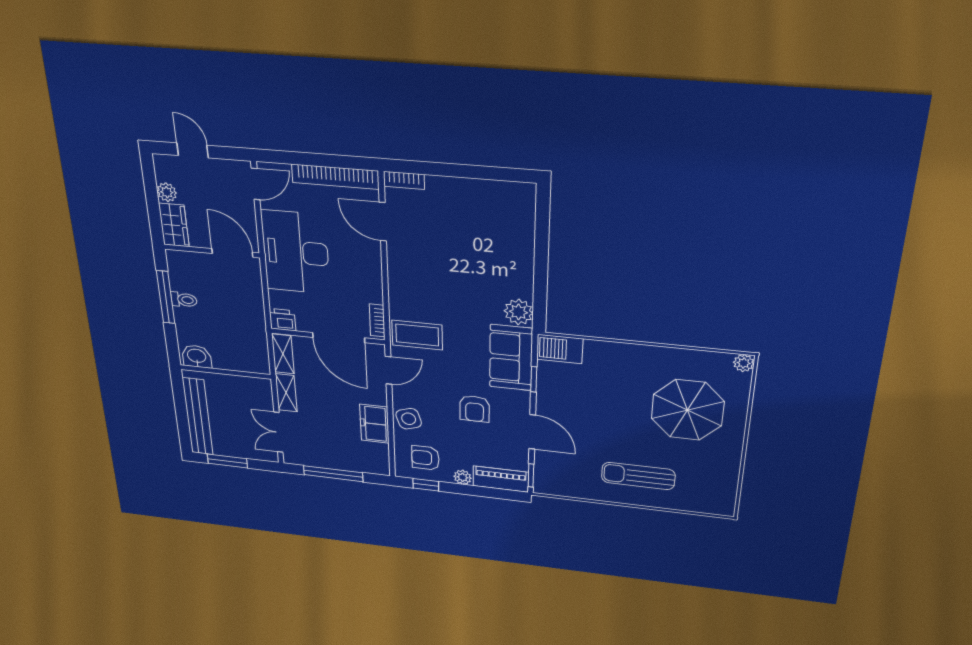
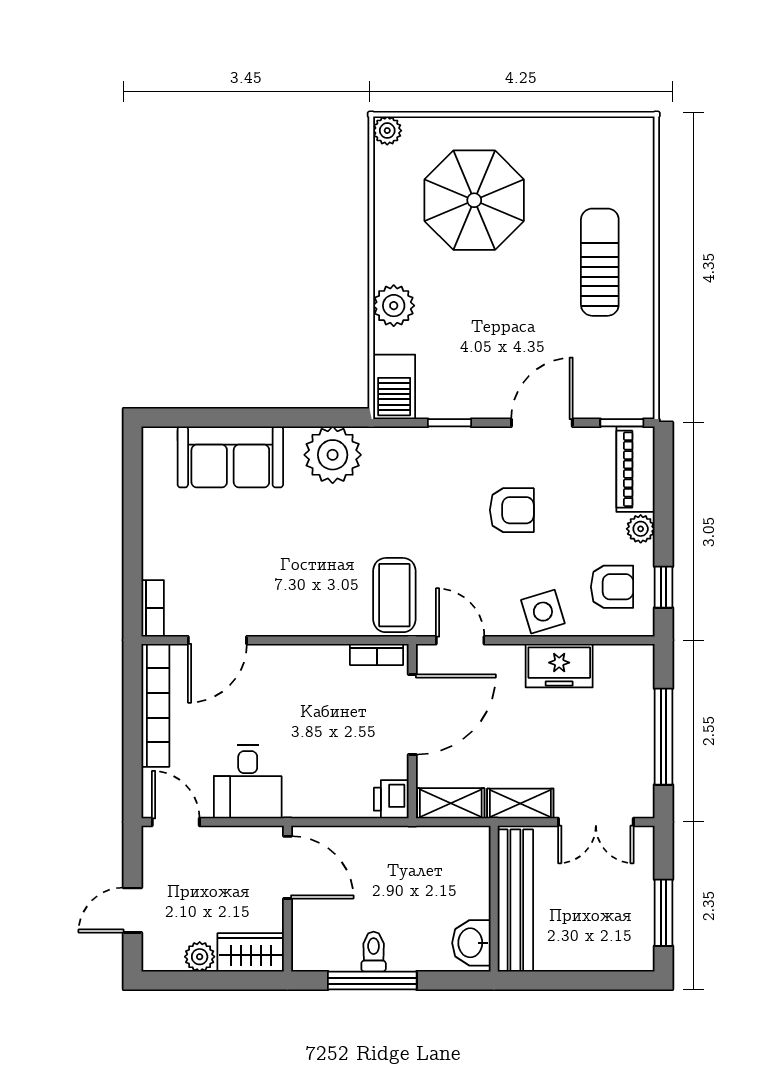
desk: (296, 252) -> (248, 782), width x0.53, depth x0.77
door: (232, 253) -> (287, 867), swing flipped
plant: (519, 312) -> (333, 455), width x1.36, depth x1.36
plant: (617, 354) -> (394, 306), added
sofa: (511, 358) -> (230, 457), moved
bench: (198, 417) -> (515, 901), moved, turned 90
armchair: (425, 458) -> (612, 587), turned -90
sun lounger: (638, 476) -> (600, 262), turned 180

